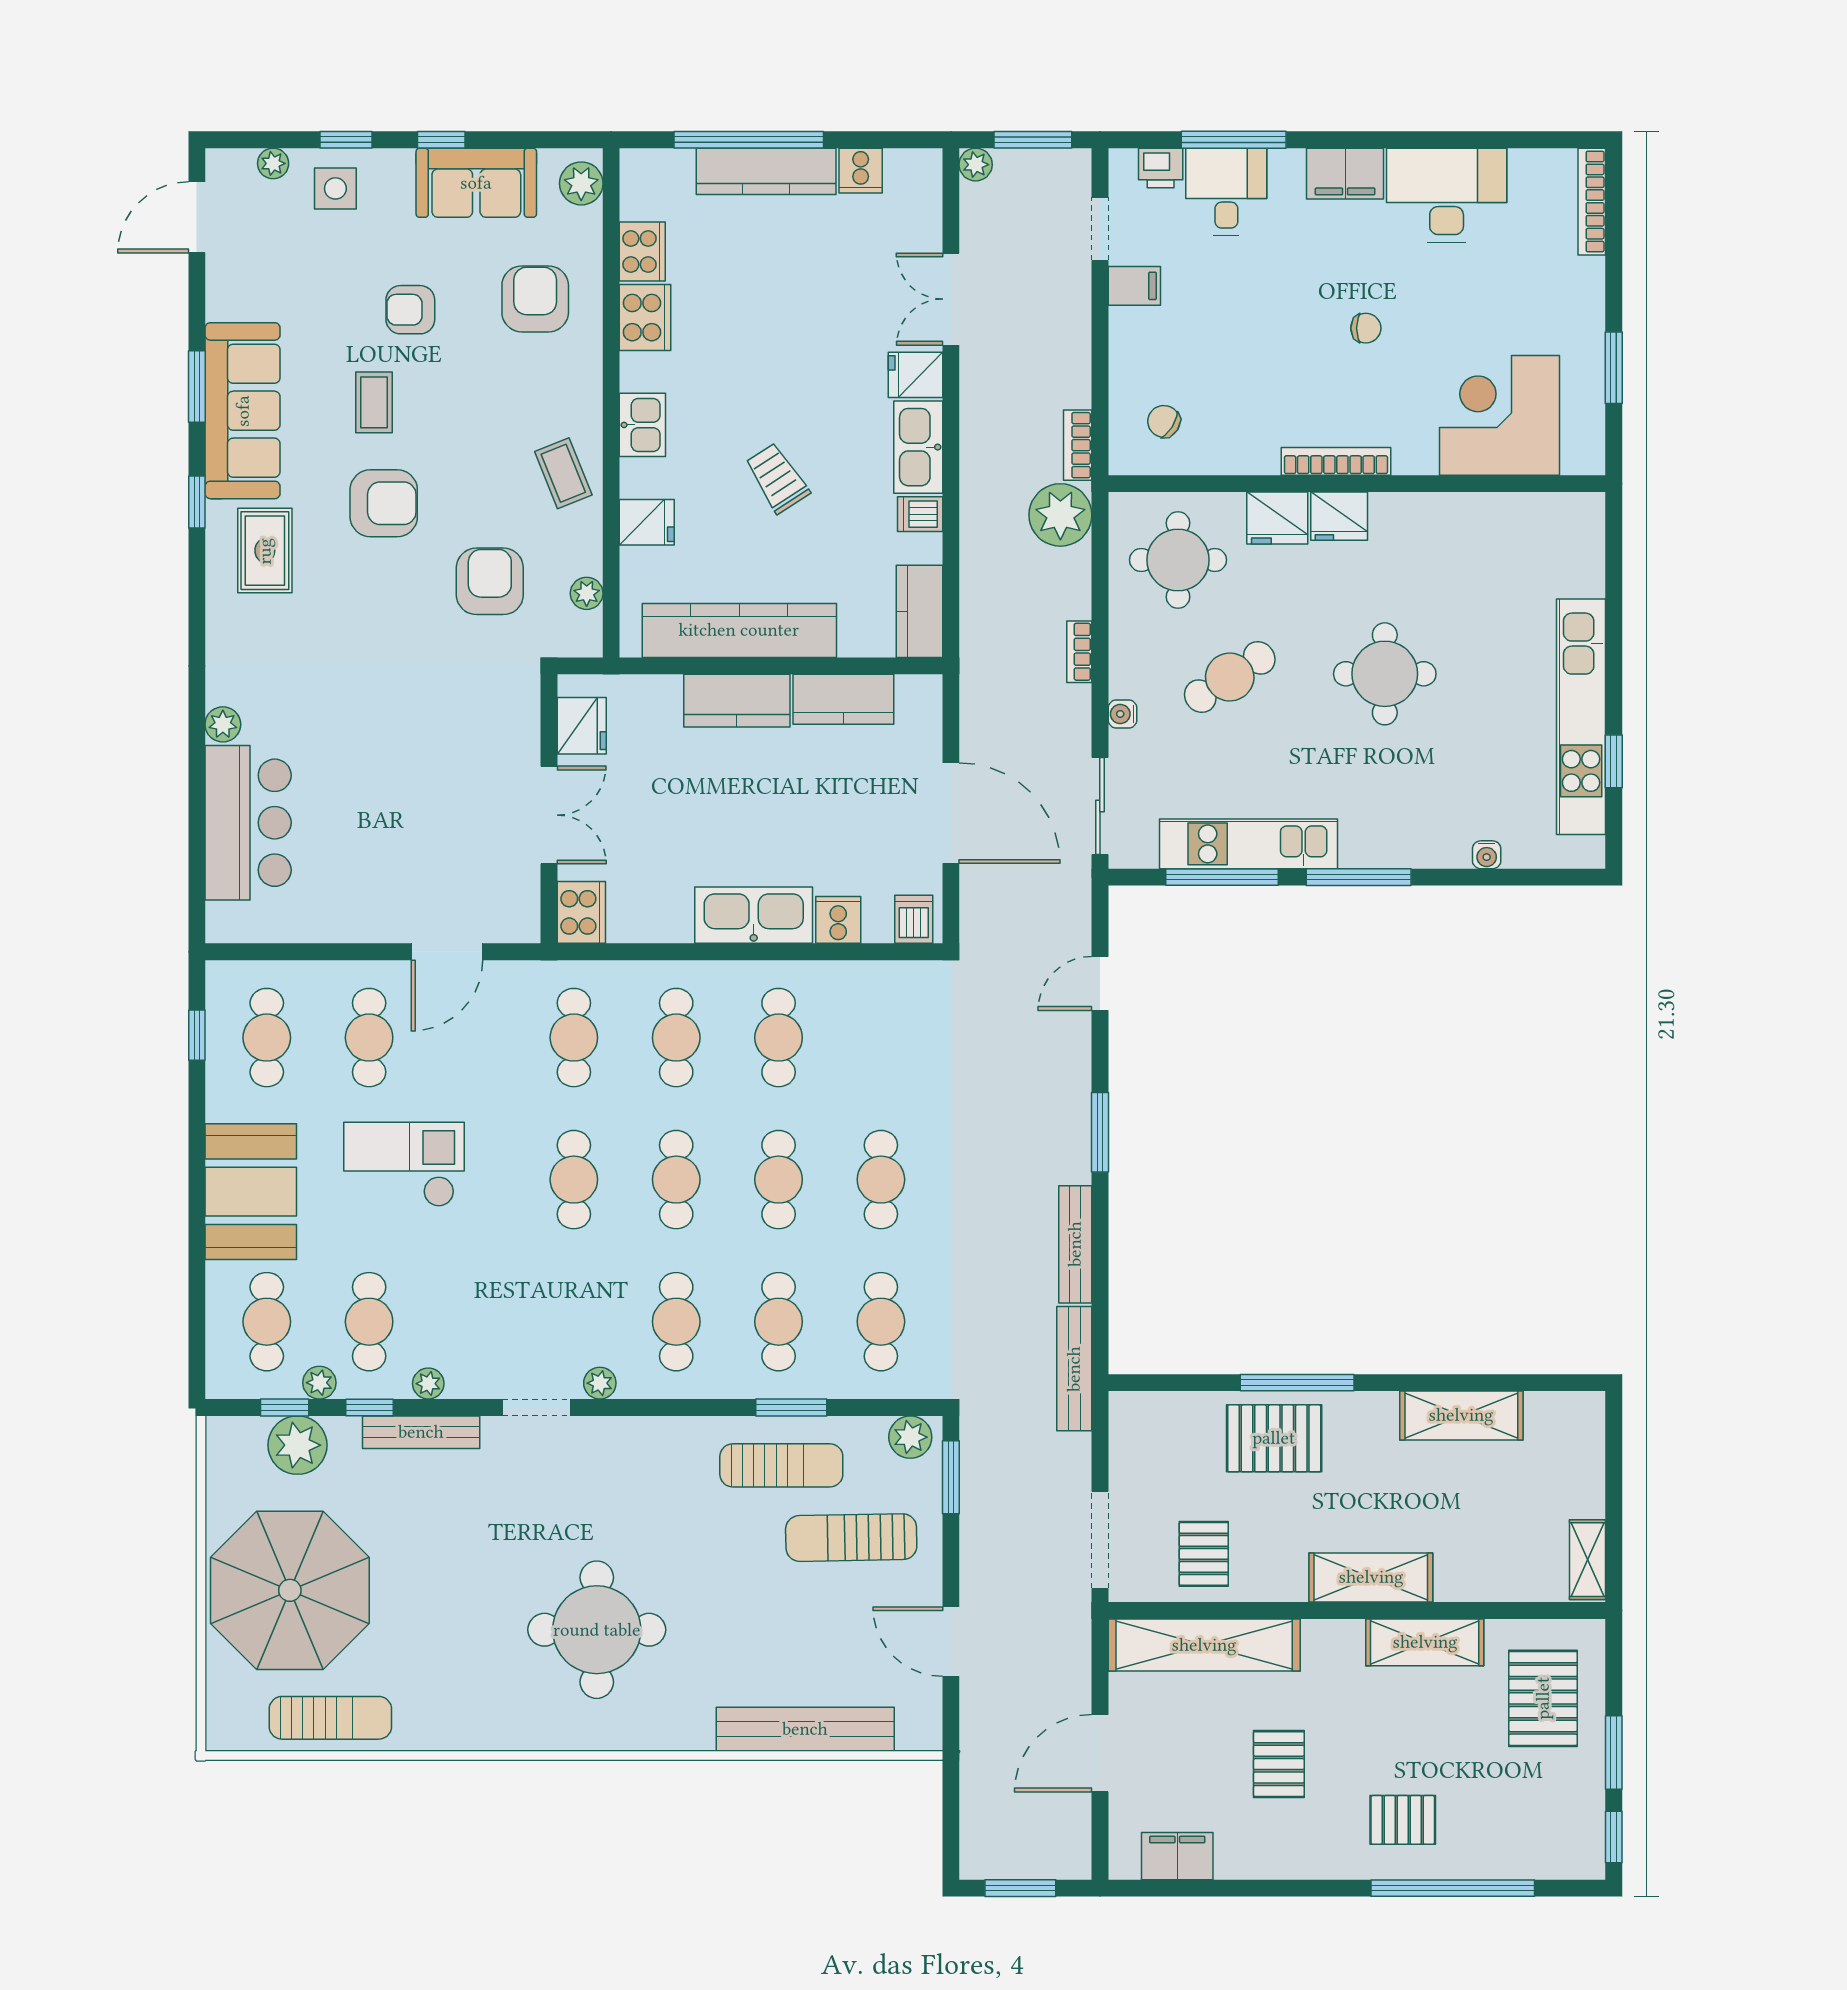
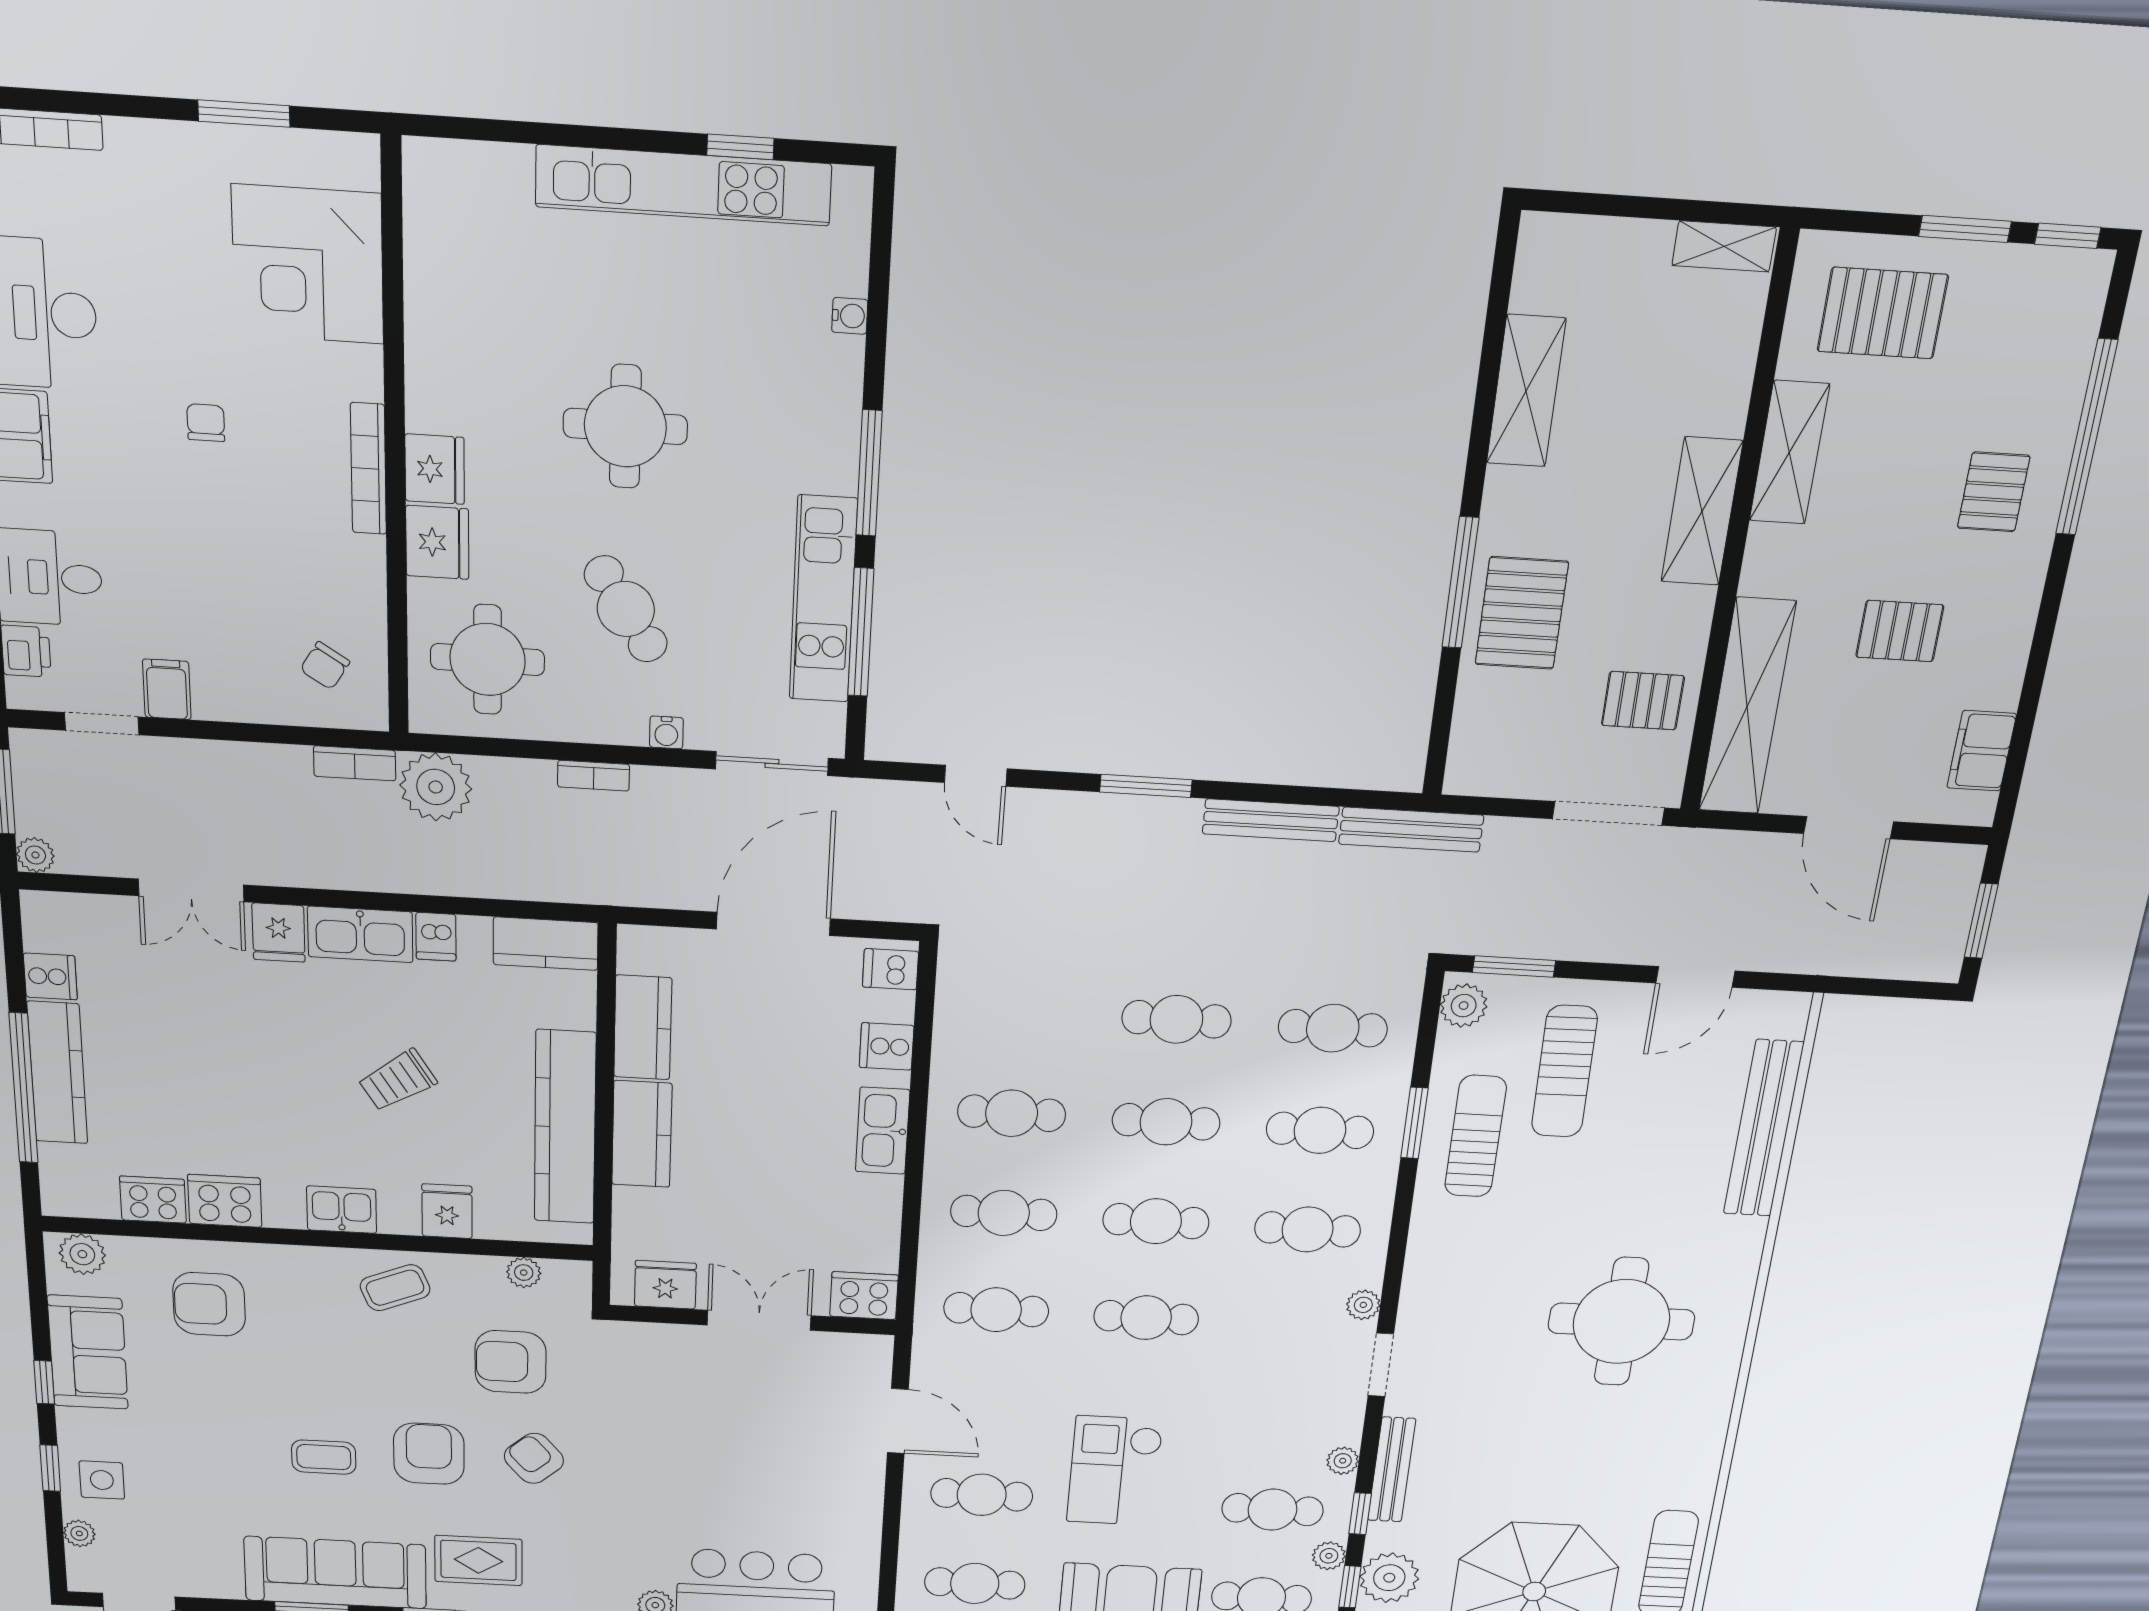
armchair: (410, 310) -> (534, 1458), moved, turned 139
kitchen sink: (754, 915) -> (883, 1131), width x0.73, depth x0.81

